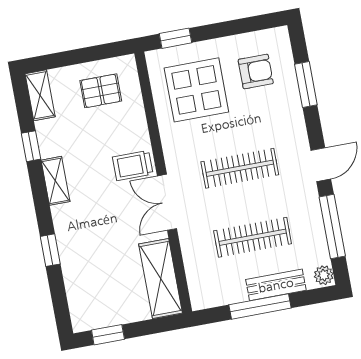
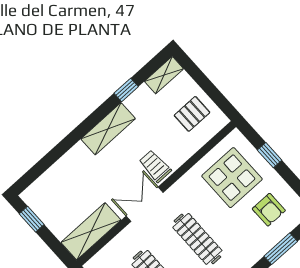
window: (175, 38) -> (270, 155), moved
pallet: (101, 91) -> (192, 114), turned 90
shelving: (55, 181) -> (108, 129), width x1.50, depth x1.33
window: (50, 250) -> (64, 146), removed

